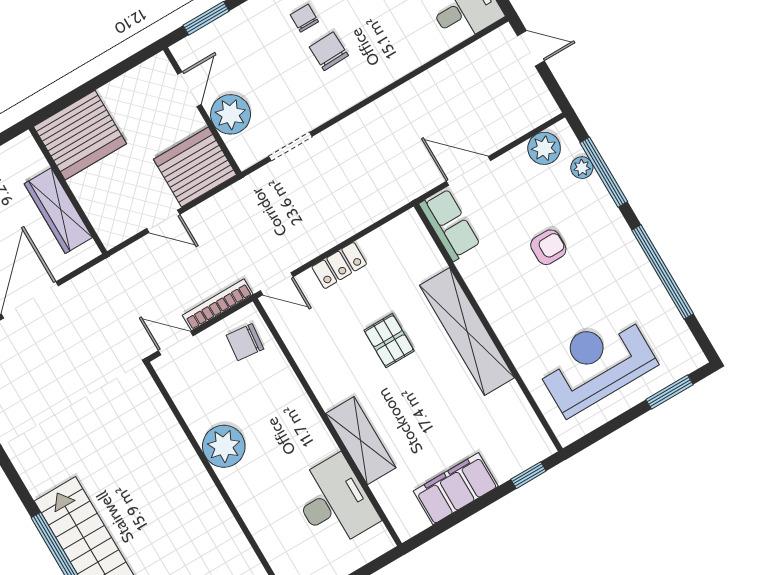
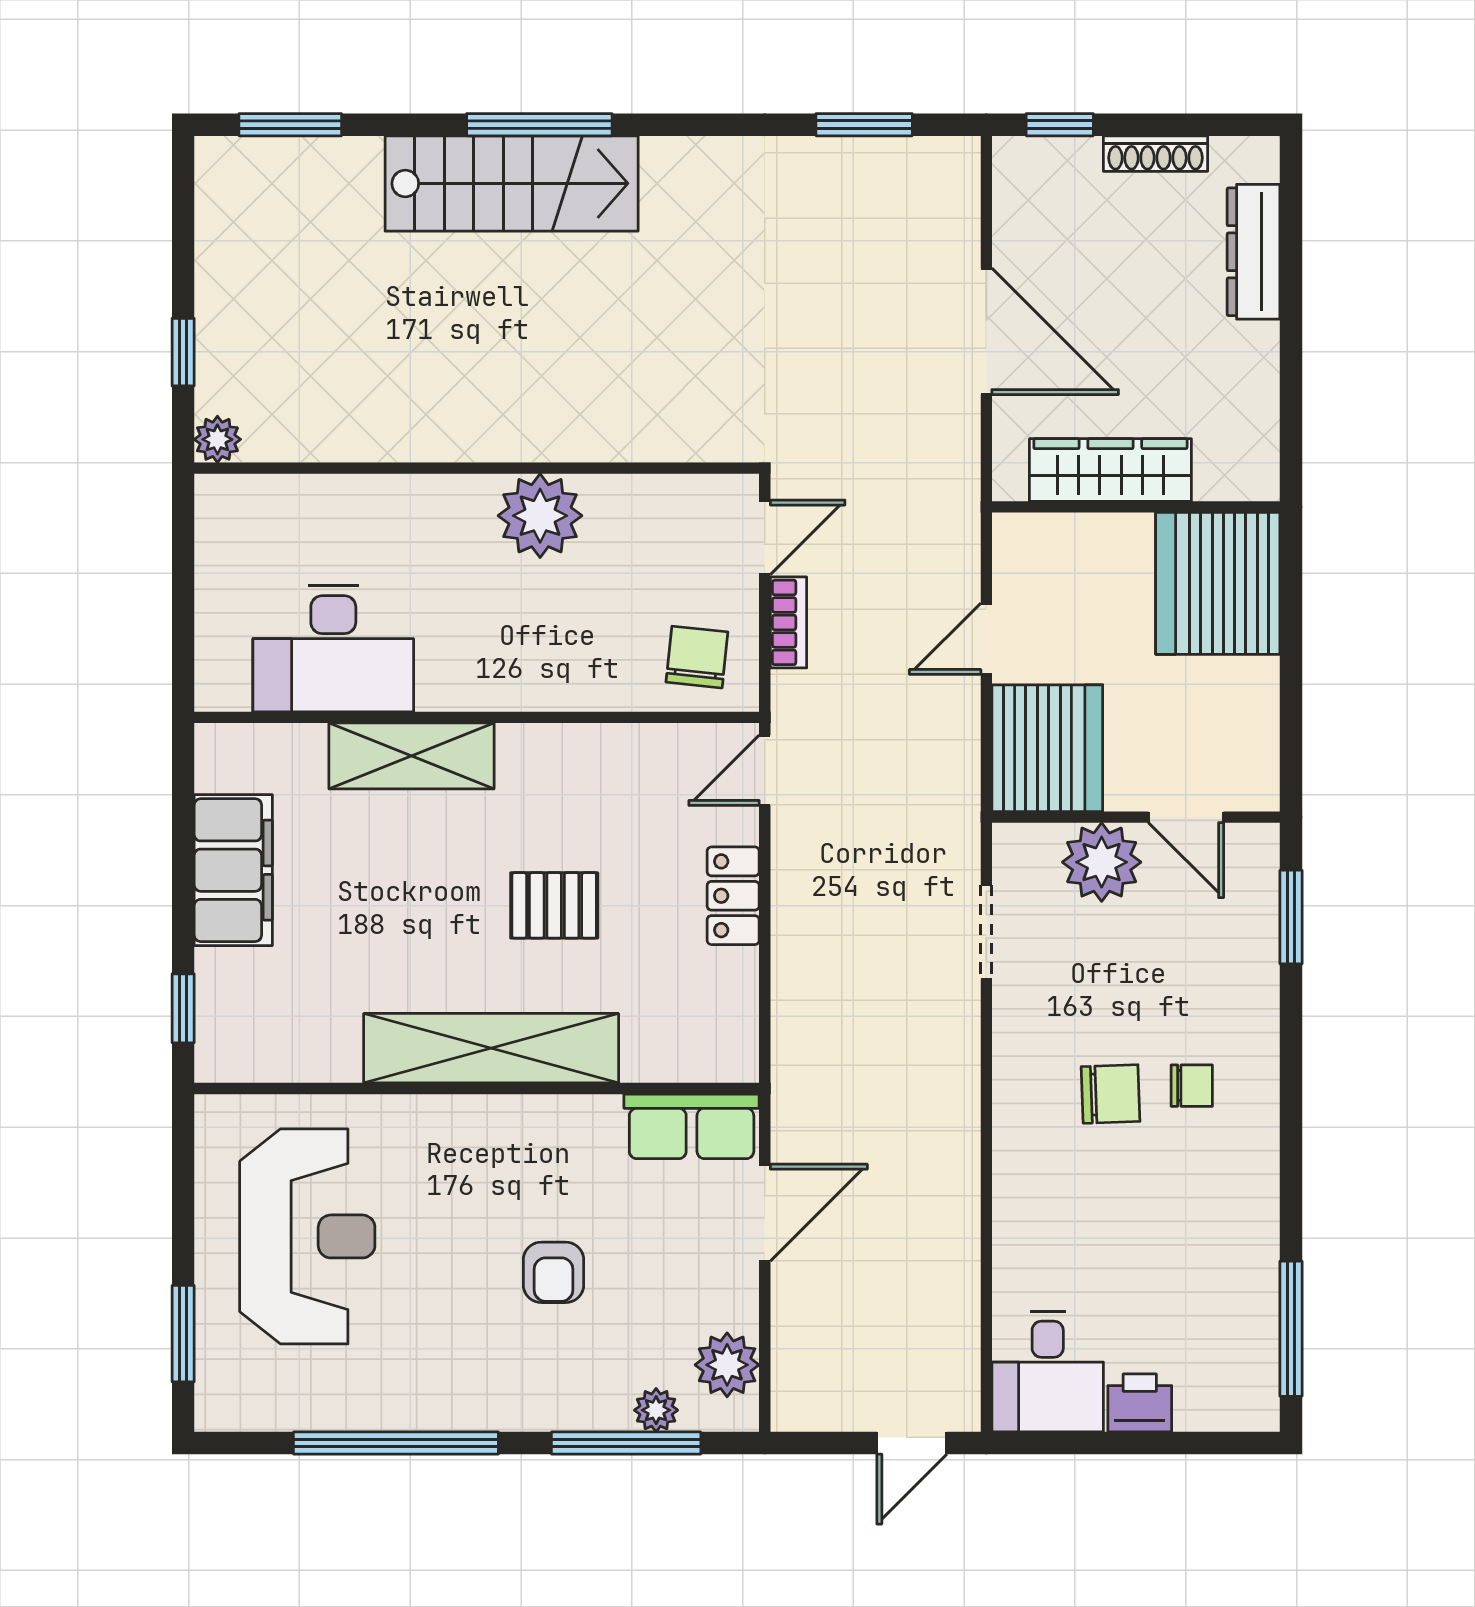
bookcase: (218, 305) -> (789, 622), width x0.64

